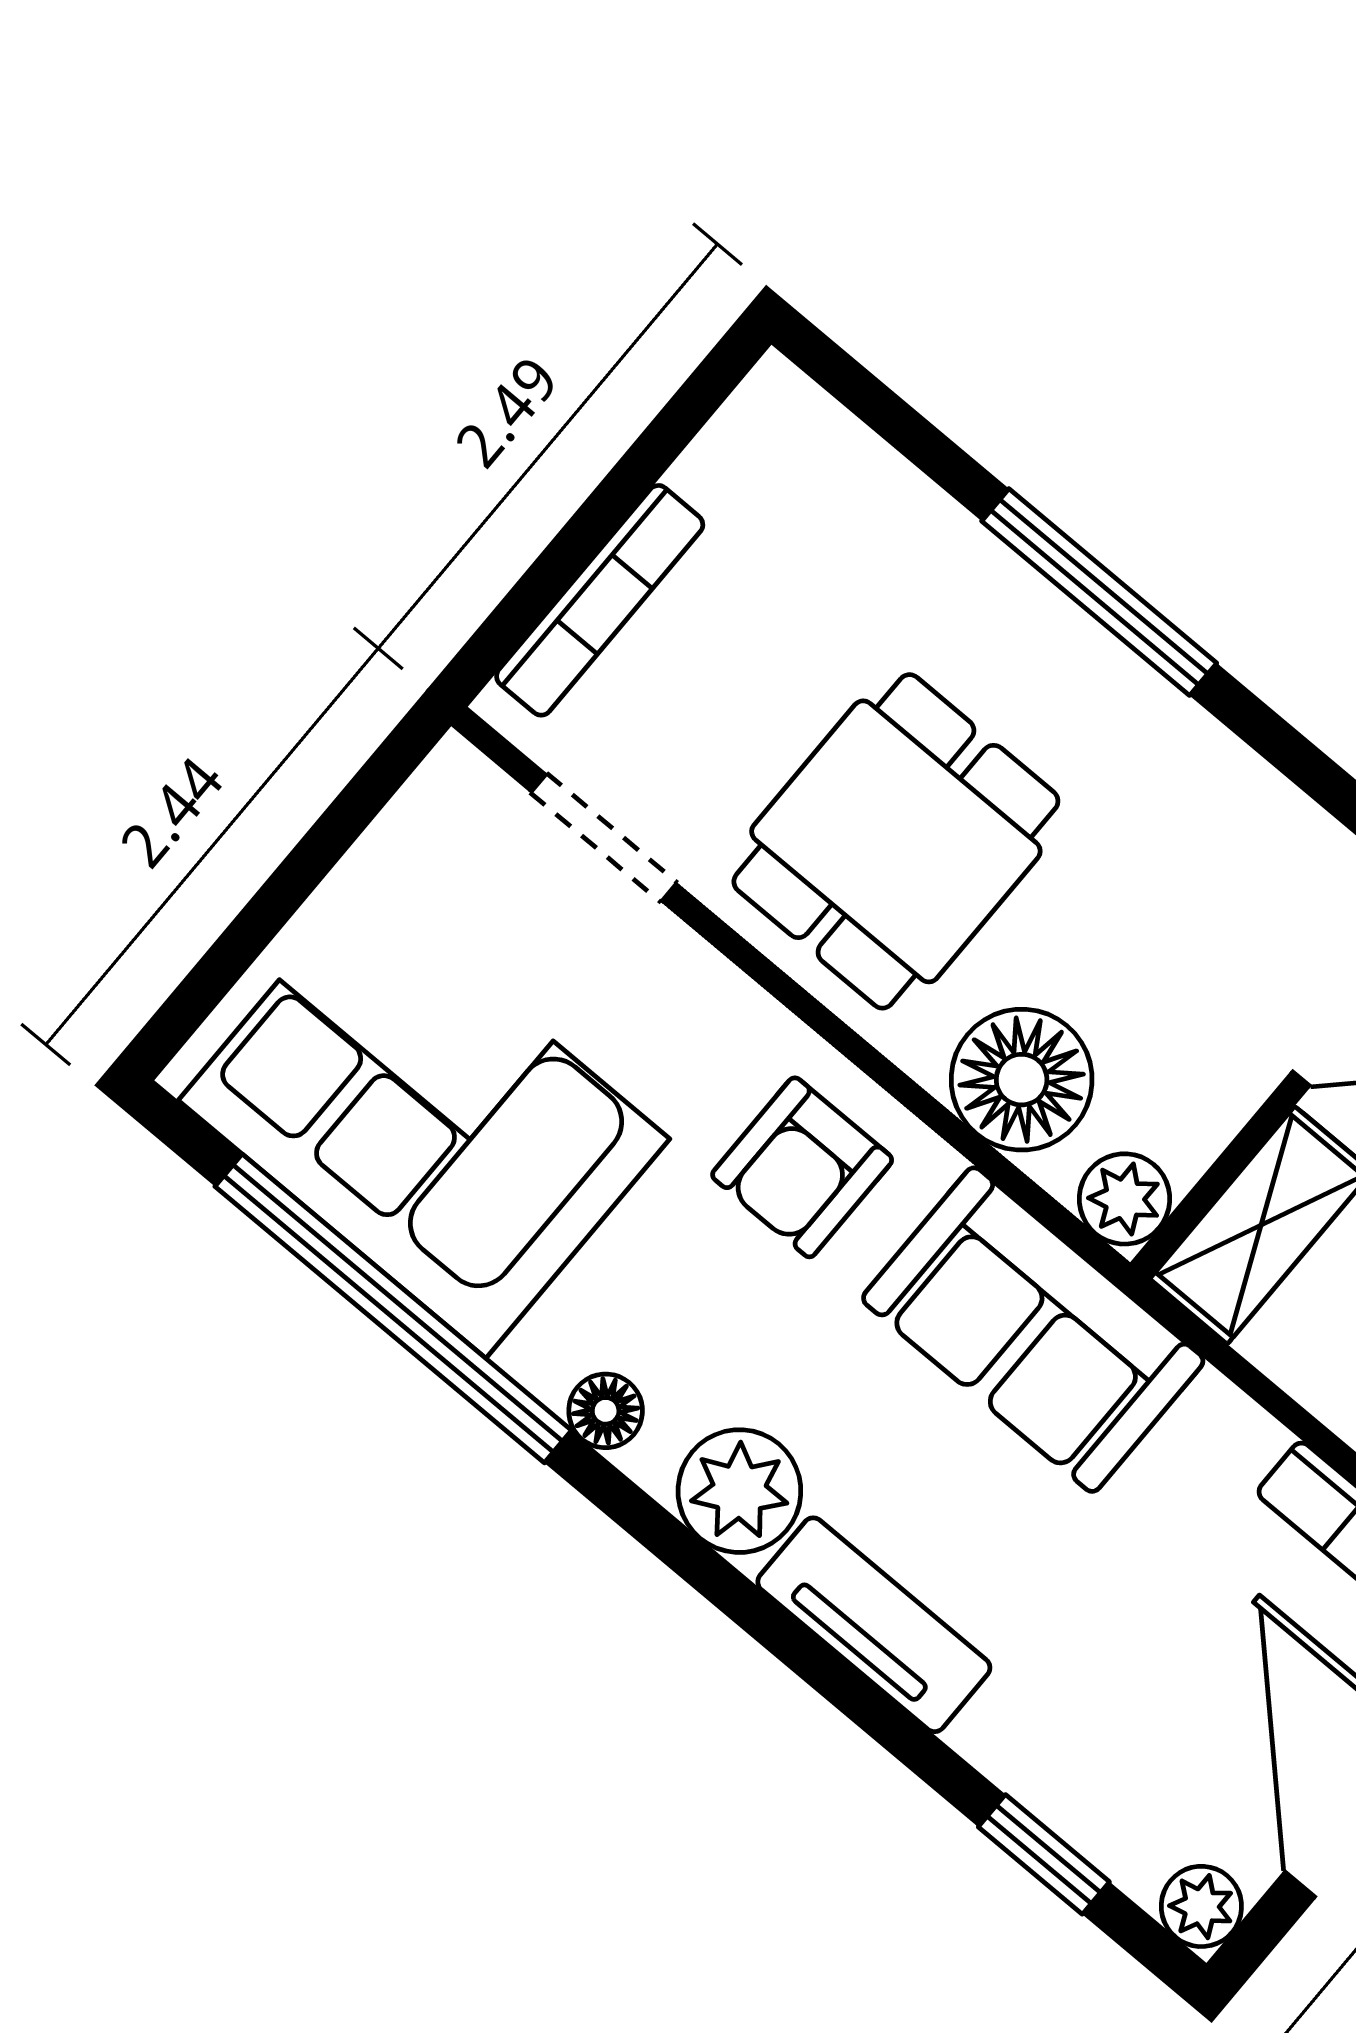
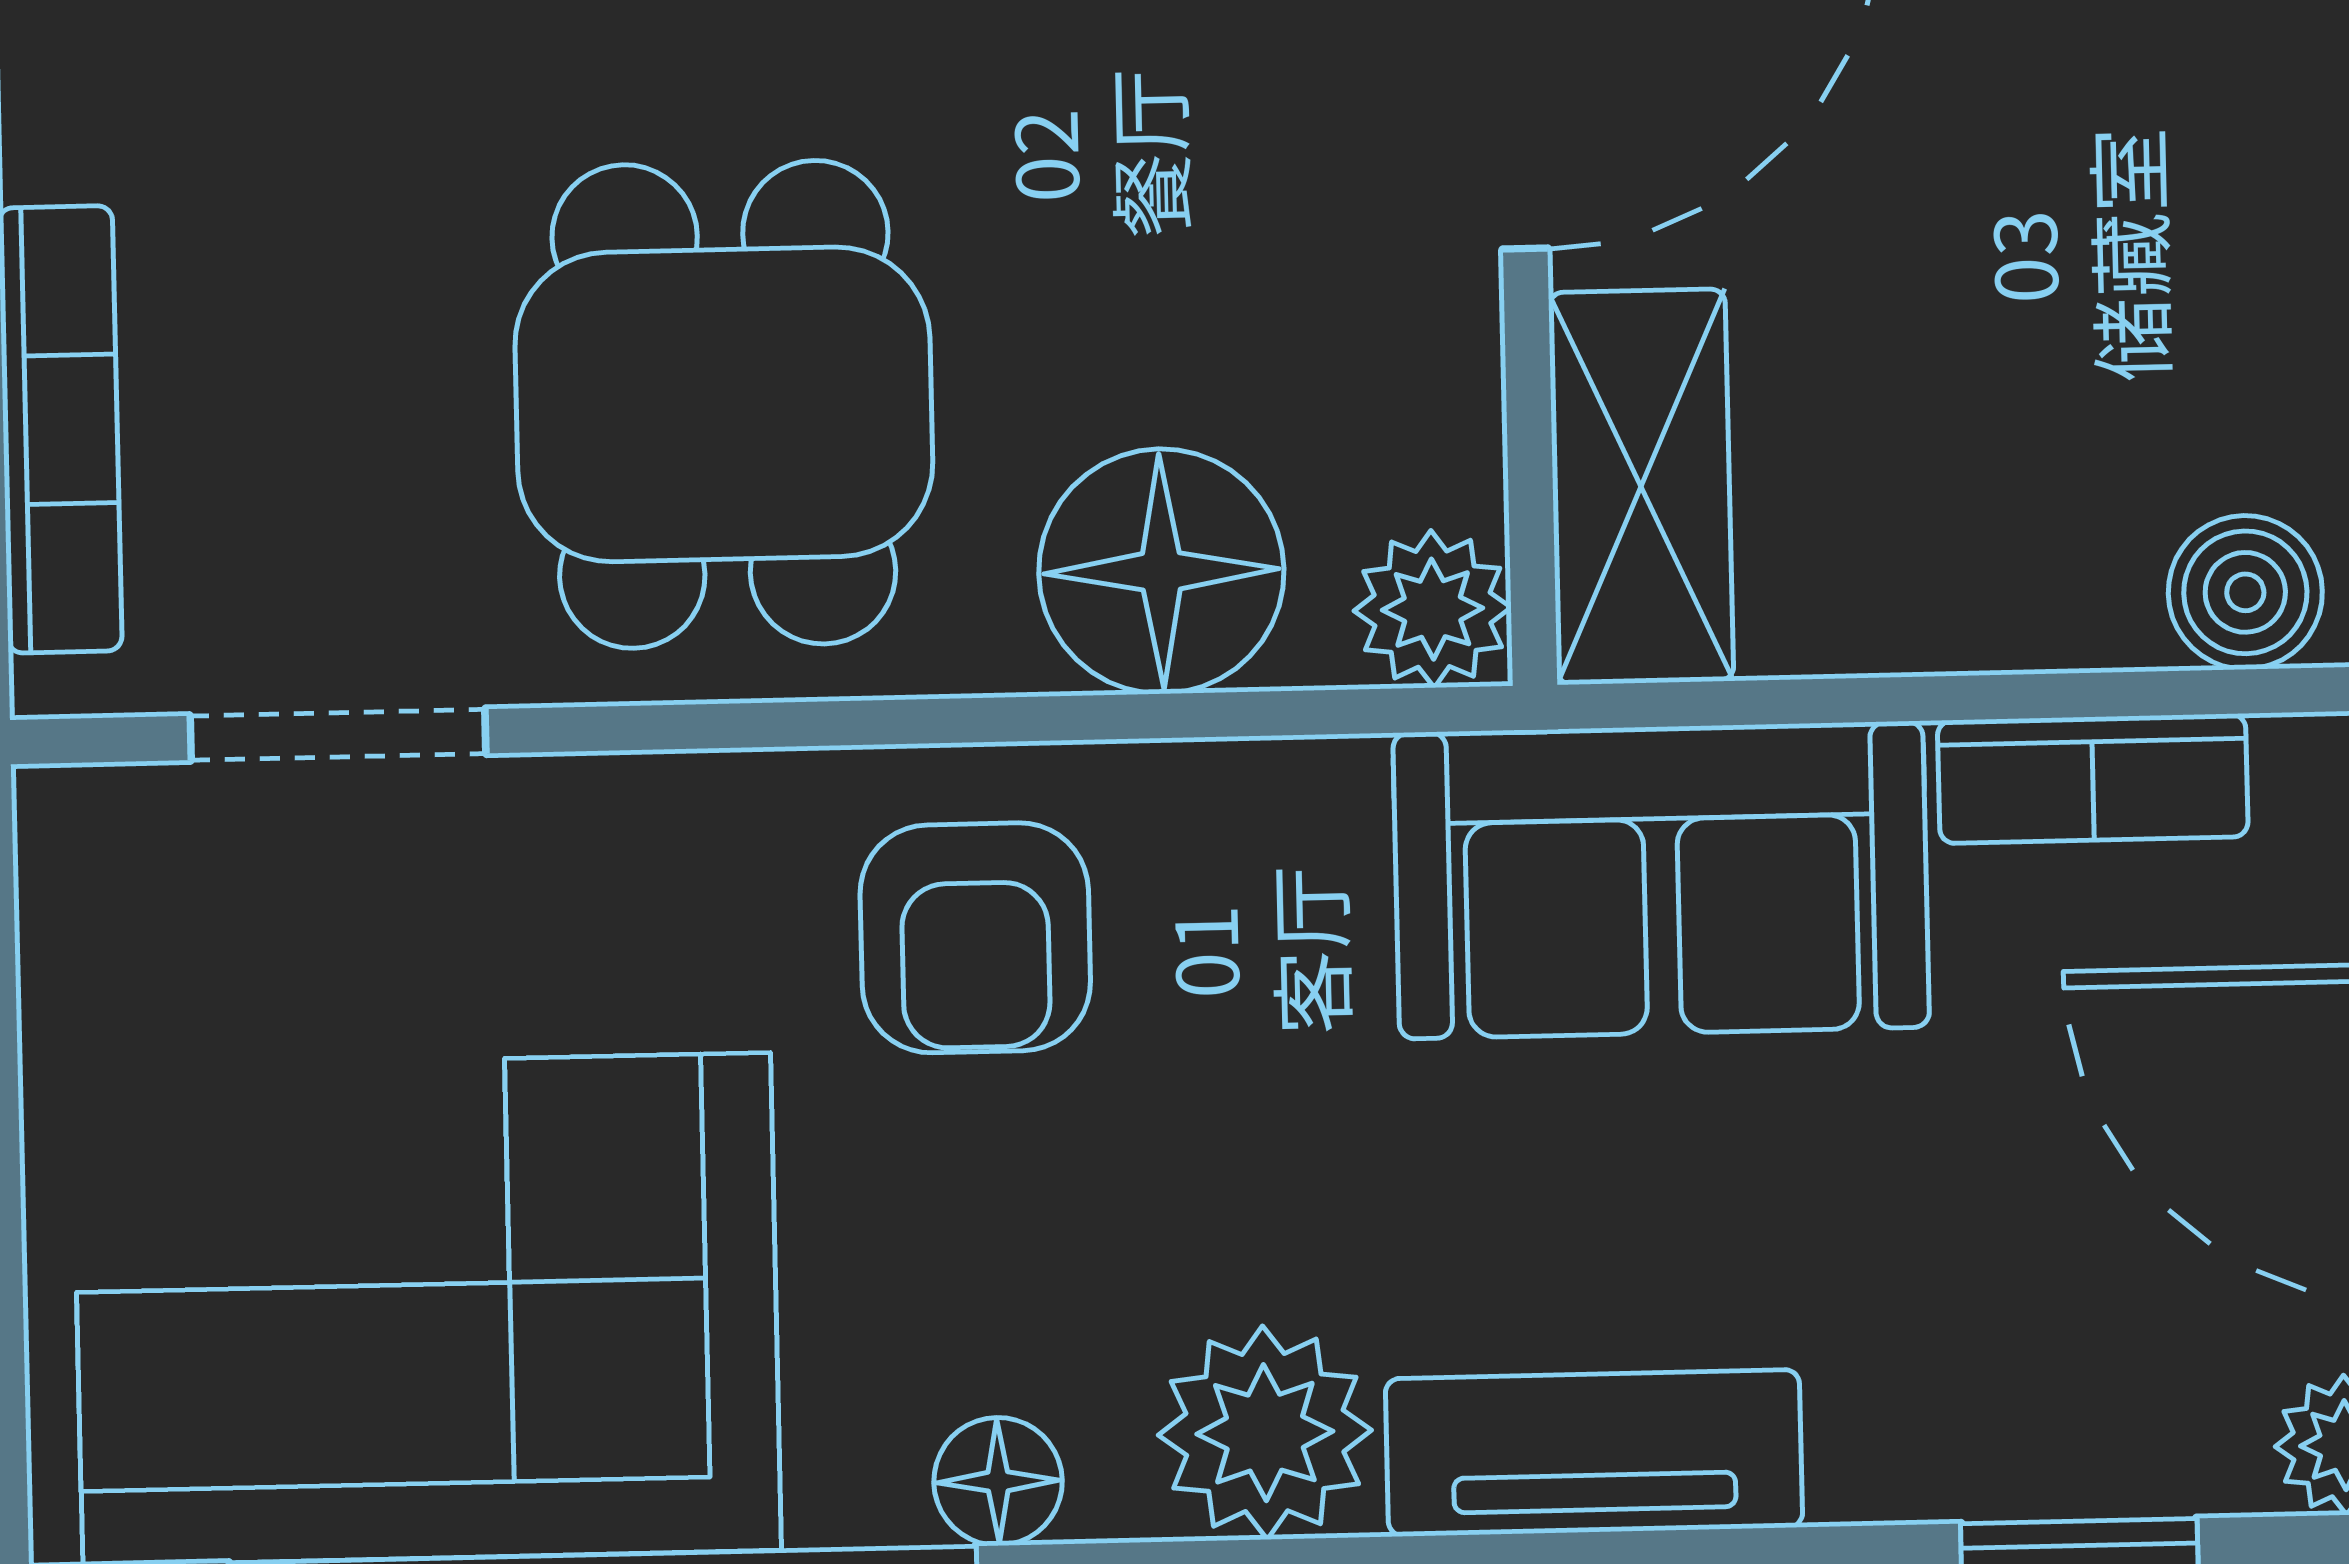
sofa: (1033, 1330) -> (1661, 880), moved

